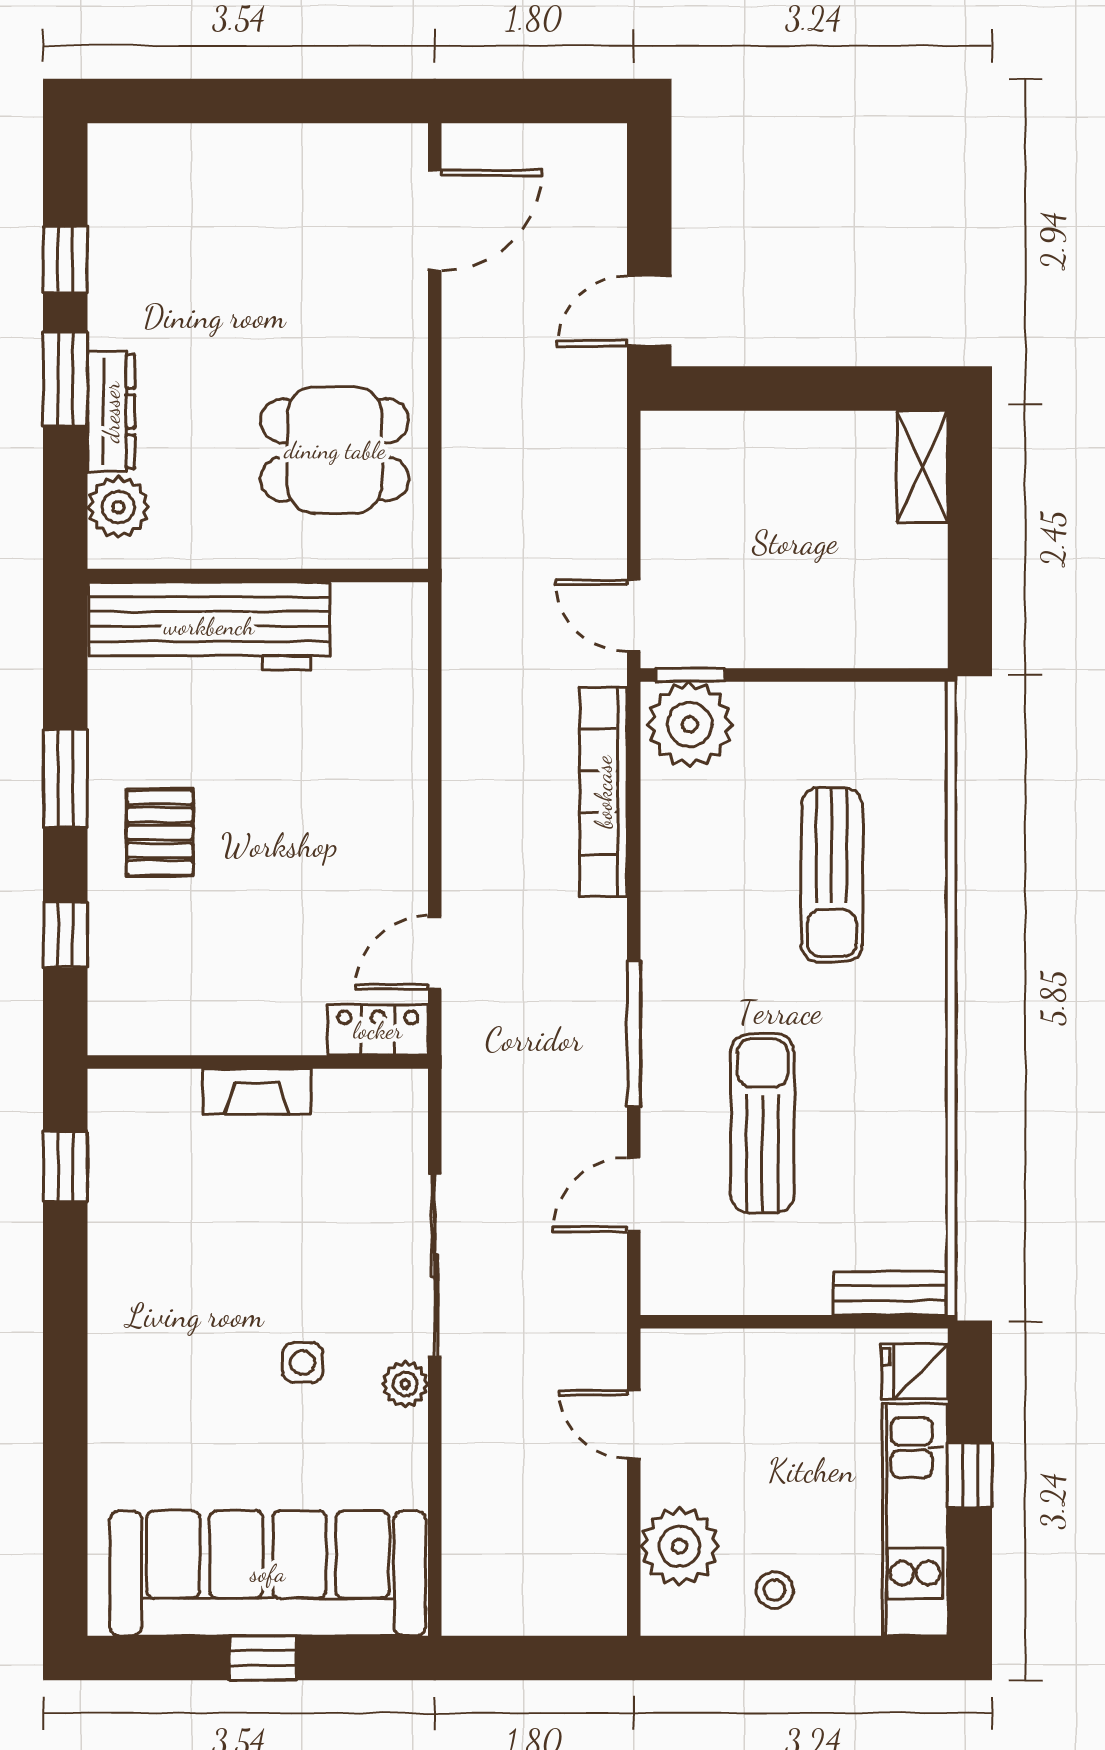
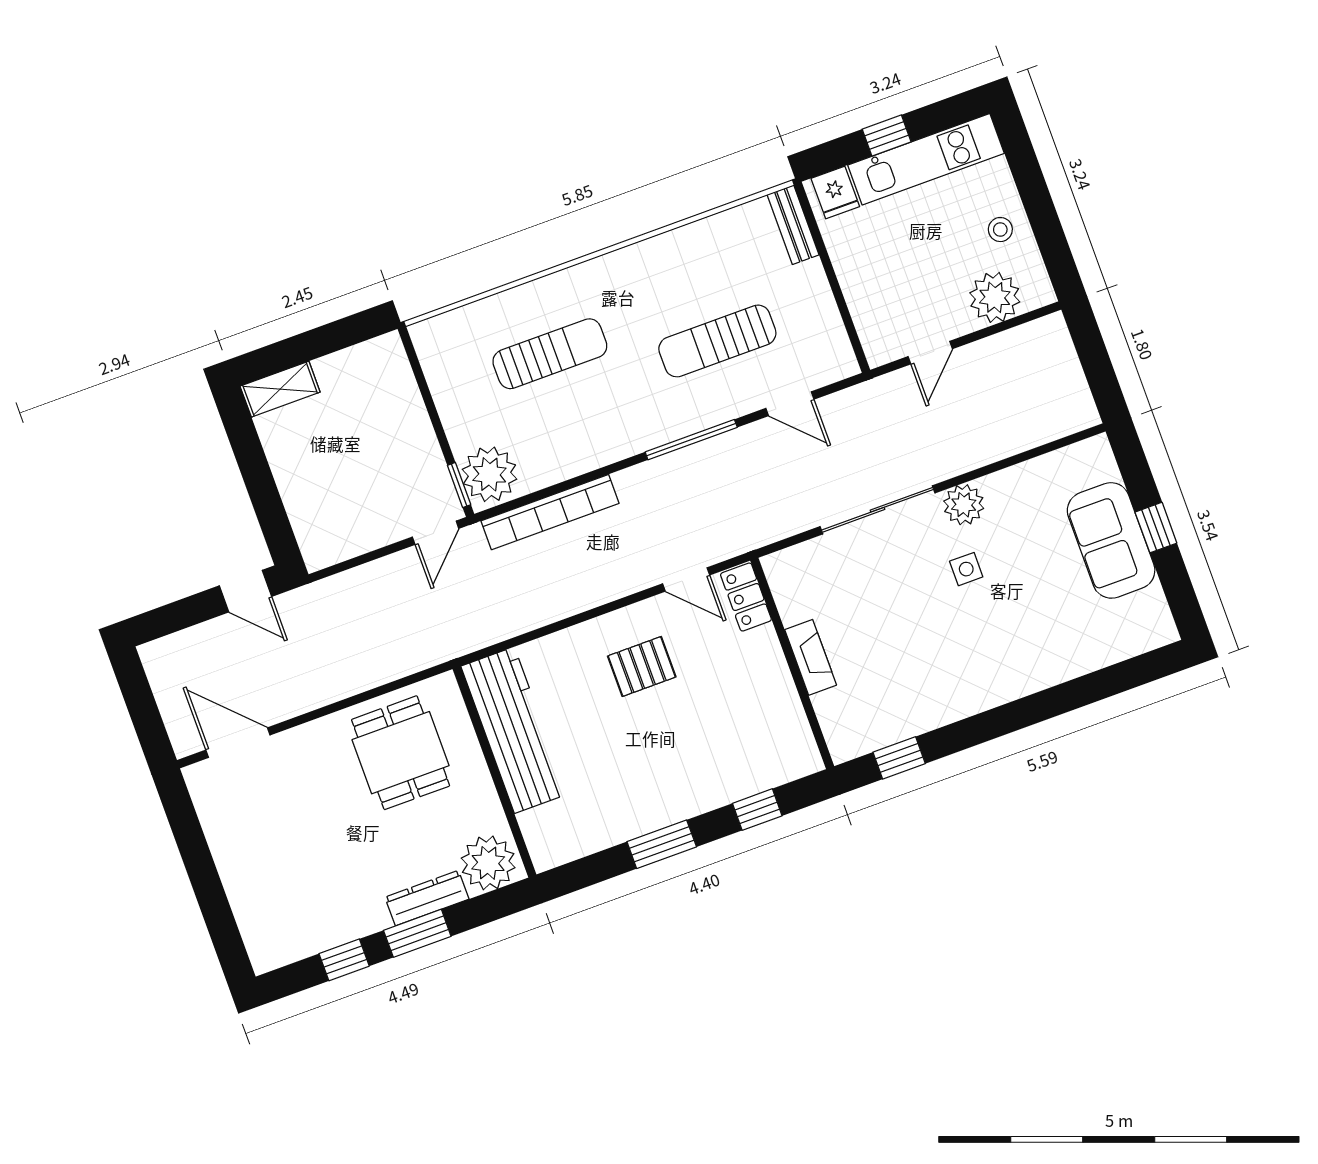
plant: (118, 507) -> (488, 863), width x1.36, depth x1.36
workbench: (209, 626) -> (514, 730), moved
pallet: (160, 833) -> (642, 666), moved
plant: (405, 1384) -> (964, 505), width x1.38, depth x1.38
sofa: (268, 1573) -> (1111, 540), width x0.54, depth x0.79

